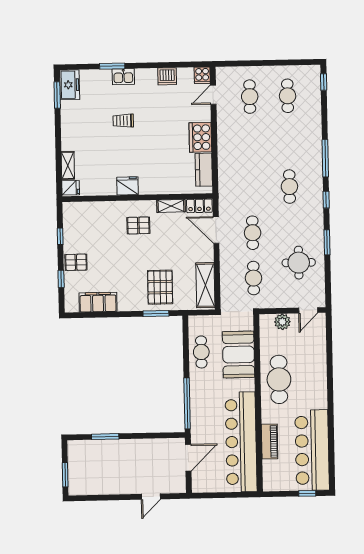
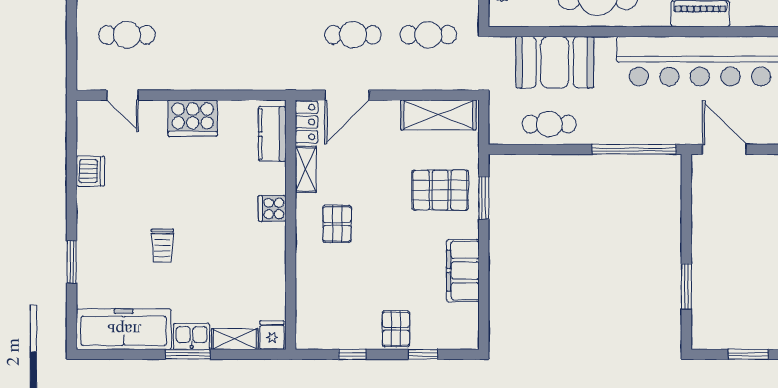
cooker: (202, 75) -> (272, 208), moved, turned 180
kitchen sink: (123, 77) -> (192, 336), moved, turned -90
freezer: (70, 85) -> (124, 329), width x1.91, depth x1.26
window: (57, 95) -> (188, 354), moved
kitchen counter: (204, 170) -> (272, 134), moved, turned 90
fridge: (127, 186) -> (271, 241), removed
filing cabinet: (98, 302) -> (463, 271), moved

